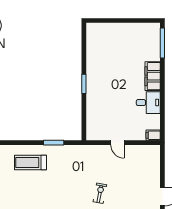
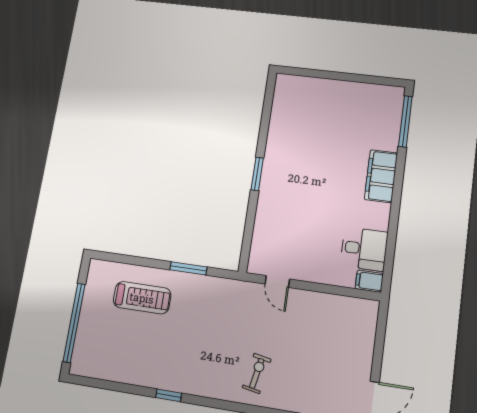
desk: (148, 103) -> (364, 249), moved
door: (117, 143) -> (277, 281), moved
treadmill: (30, 163) -> (142, 298), turned 180

